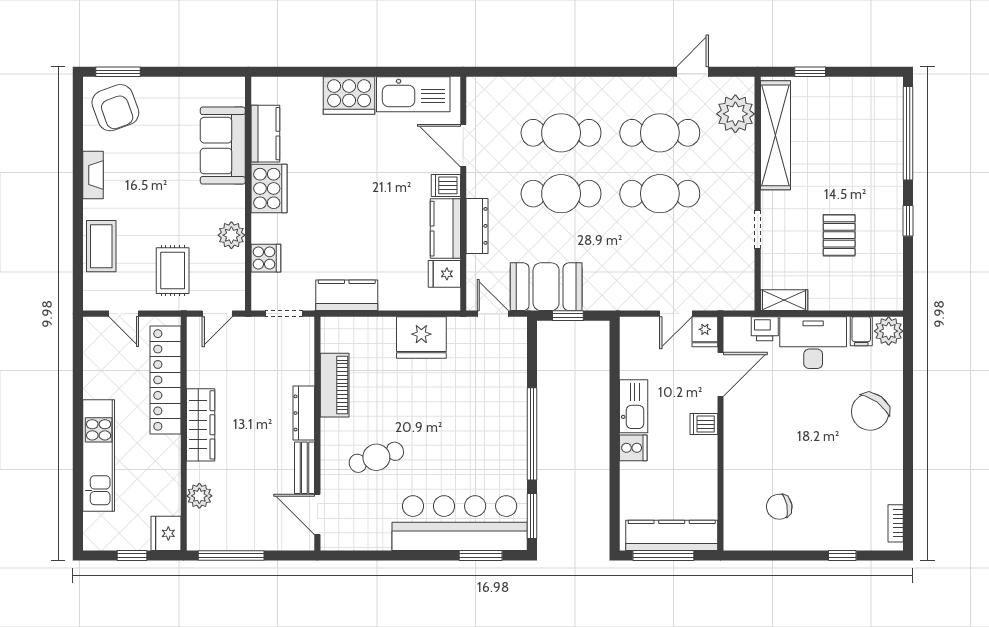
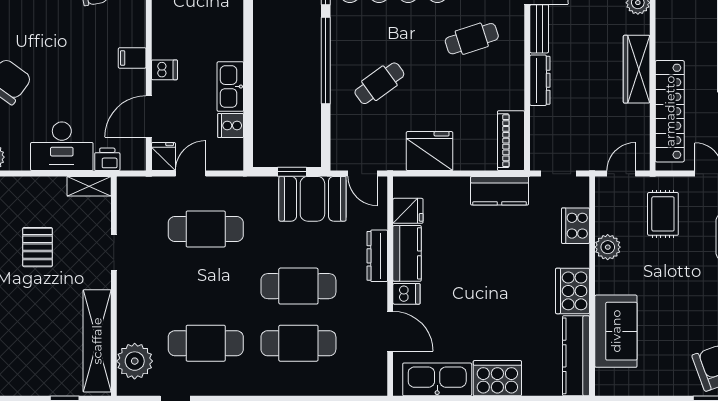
kitchen counter: (265, 134) -> (576, 356), width x1.50
cafe table: (660, 194) -> (206, 229), moved
cooker: (266, 258) -> (576, 226), width x1.36
filing cabinet: (861, 331) -> (132, 58), moved, turned -90
piano: (335, 385) -> (511, 141), moved
cafe table: (475, 410) -> (379, 83), added
cooker: (633, 448) -> (231, 126), moved

